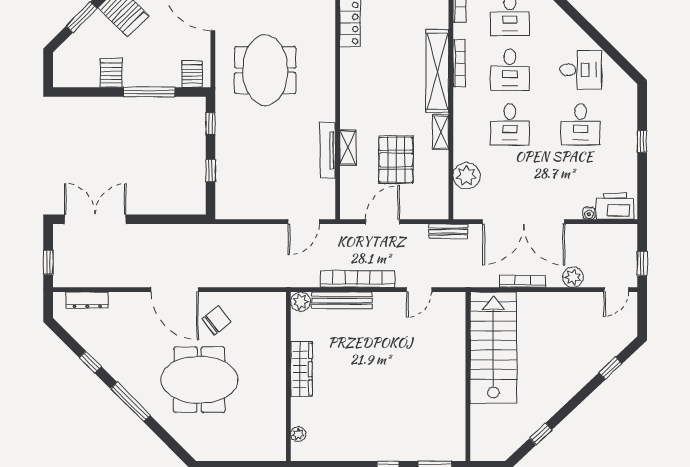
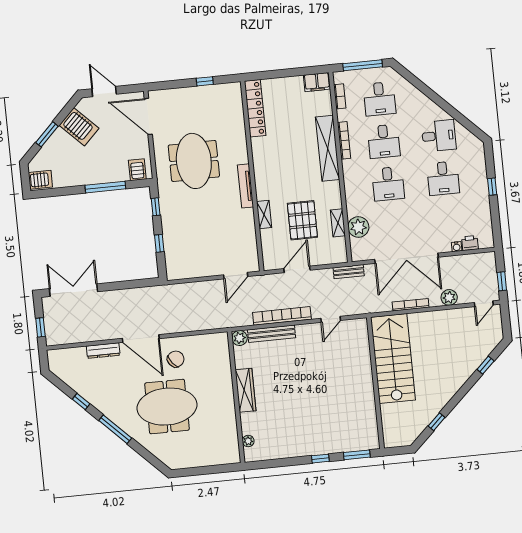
server rack: (111, 73) -> (40, 180), moved, turned 90
shelving: (441, 132) -> (338, 223), moved
tv unit: (328, 151) -> (245, 186), moved
printer: (615, 206) -> (470, 243), width x0.53, depth x0.68
dresser: (87, 300) -> (103, 351), moved

